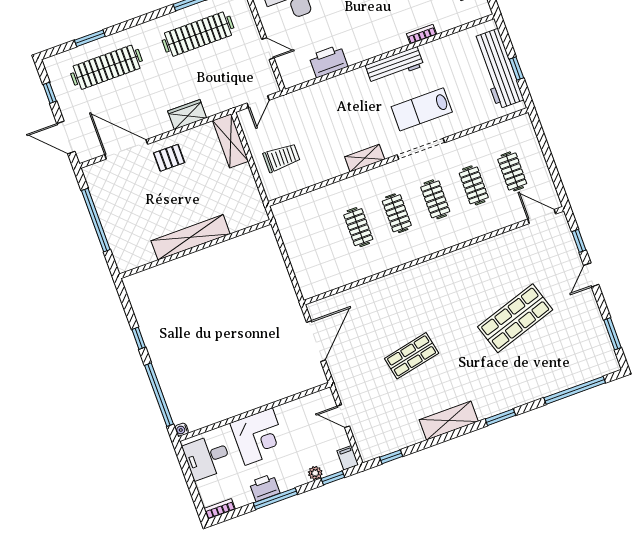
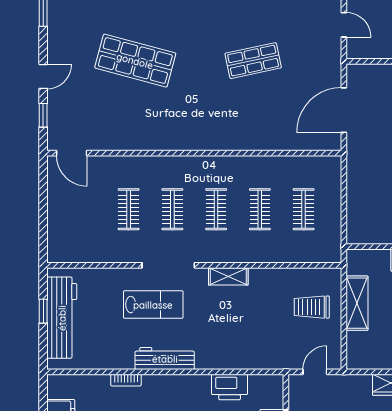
shelving: (230, 141) -> (357, 303), moved
clothes rail: (512, 171) -> (304, 209), moved
shop shelf: (515, 318) -> (135, 61), turned 33

